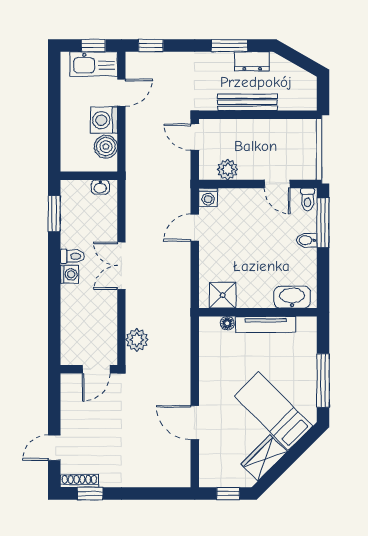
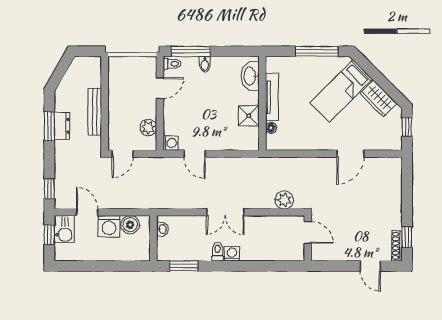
dresser: (252, 61) -> (62, 126), moved
kitchen sink: (94, 64) -> (64, 229), width x0.73
shower: (223, 295) -> (249, 116), moved

